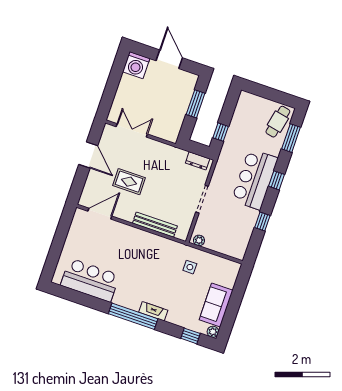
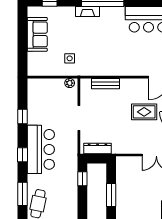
dresser: (198, 161) -> (98, 148), width x1.44
bench: (155, 225) -> (106, 84), width x0.73
plant: (213, 332) -> (32, 11), removed

